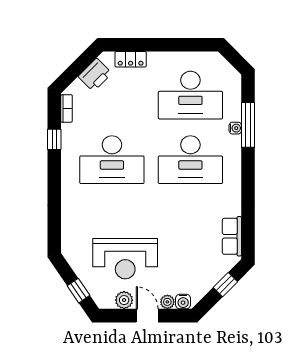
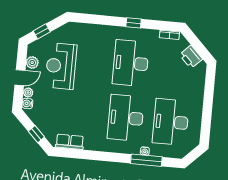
locker: (131, 59) -> (200, 83), removed
window: (54, 139) -> (134, 23), moved

